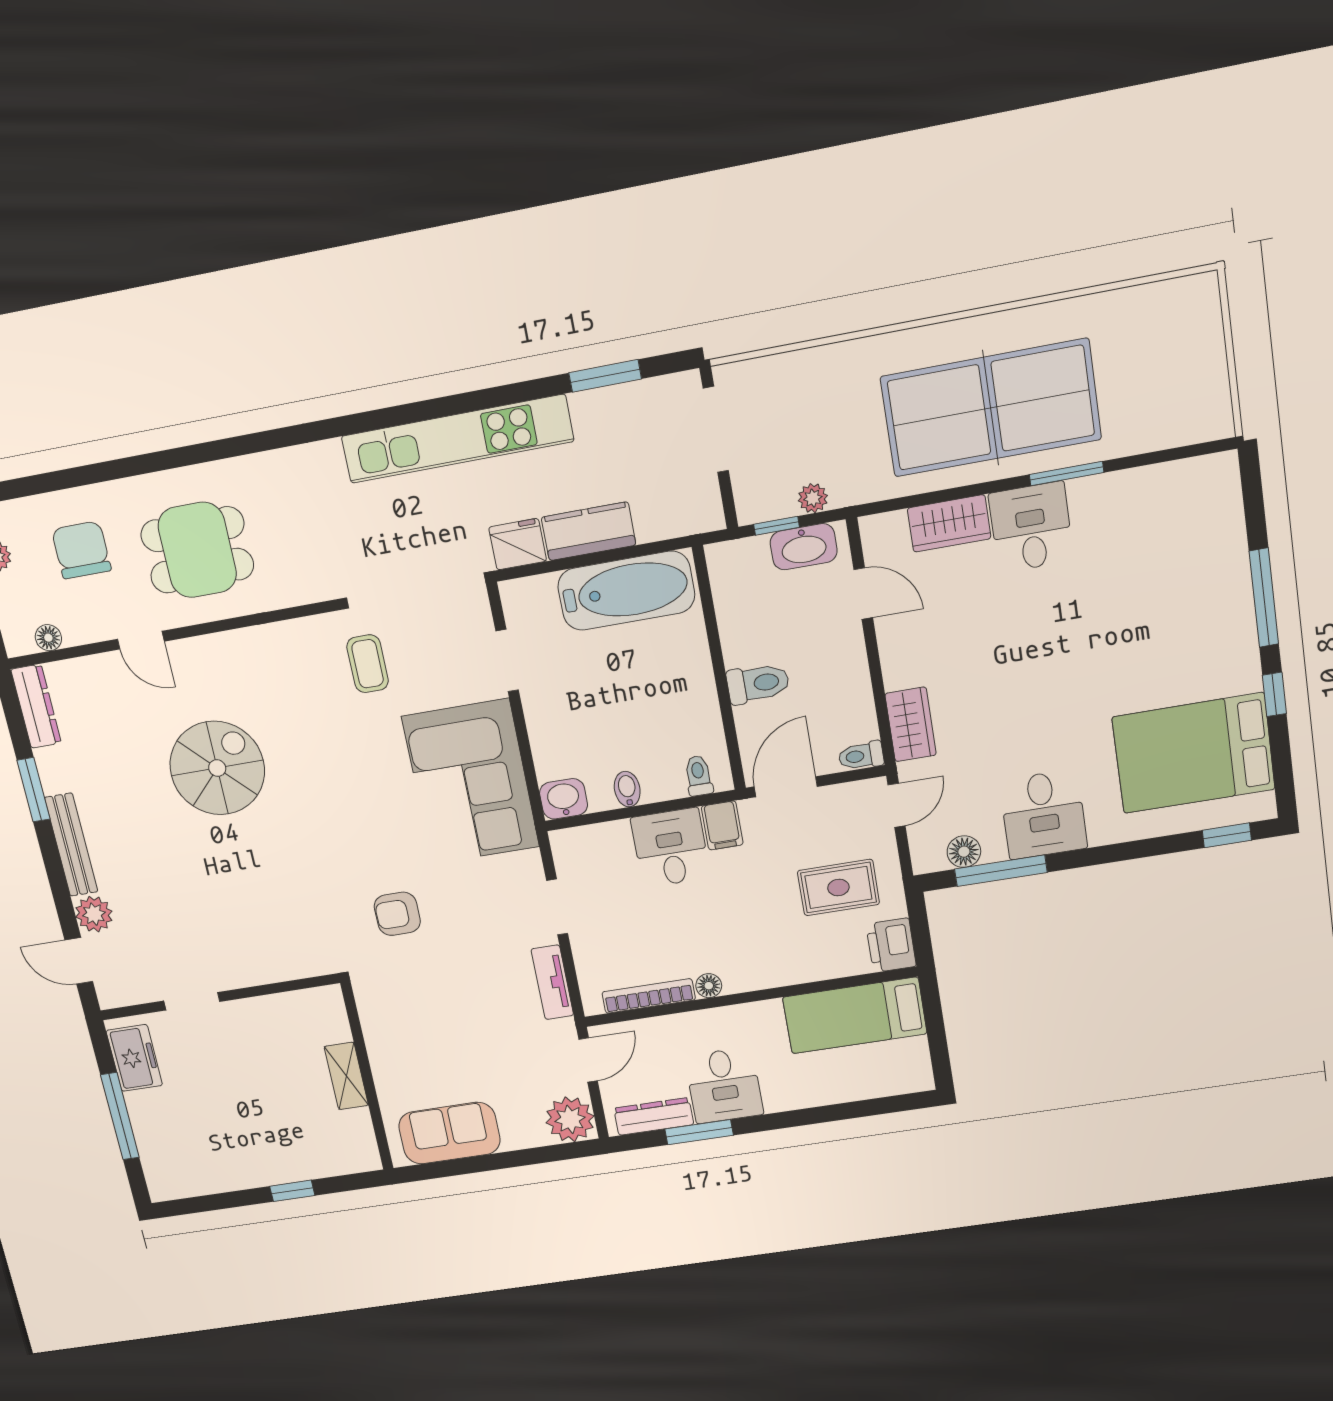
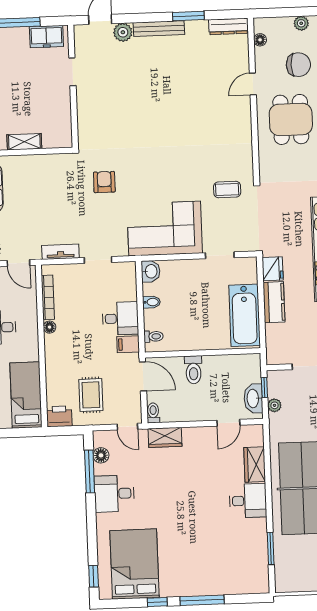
window: (1067, 473) -> (271, 548), moved
spiral stairs: (217, 768) -> (187, 108), removed

